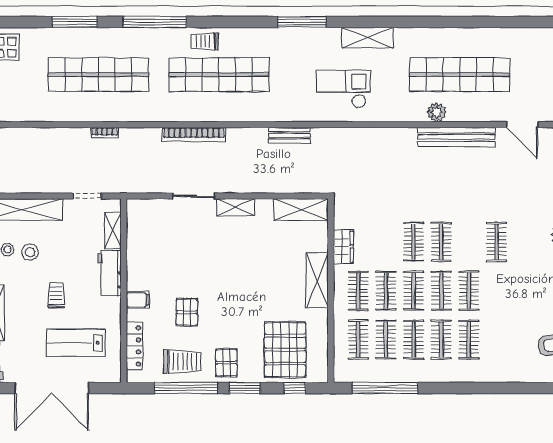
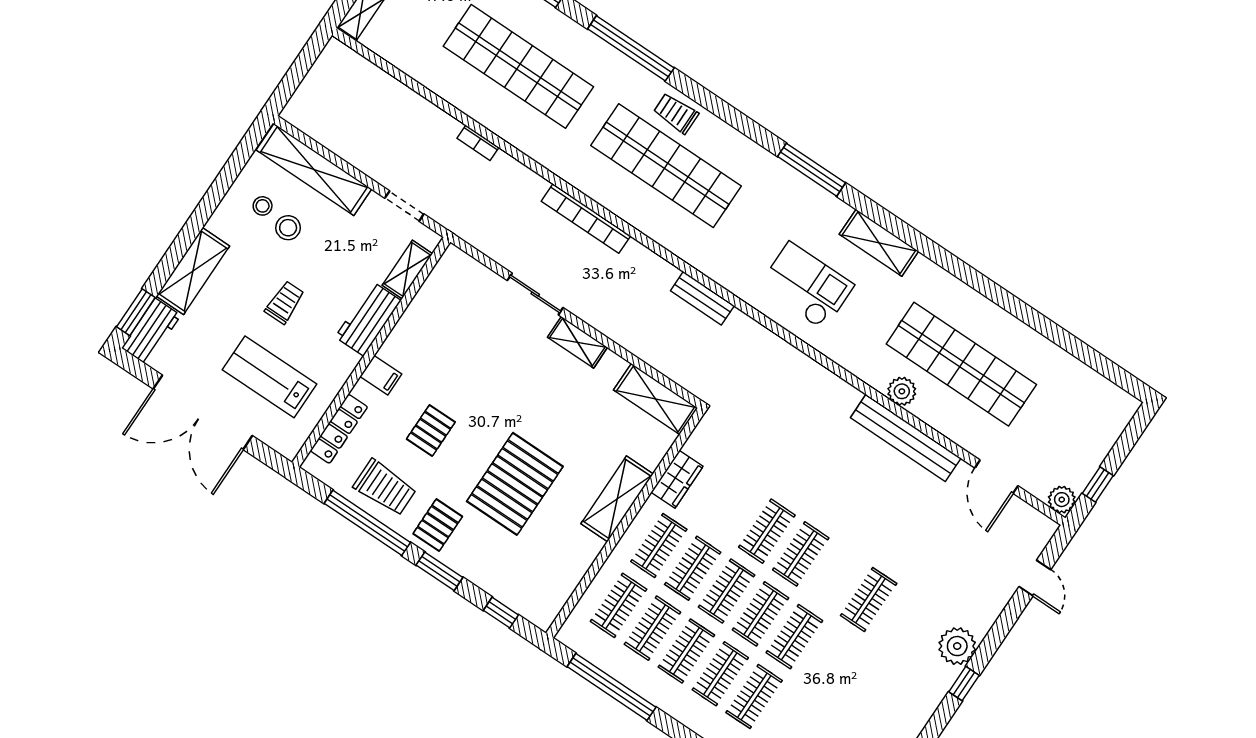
pallet: (285, 350) -> (515, 484), moved

